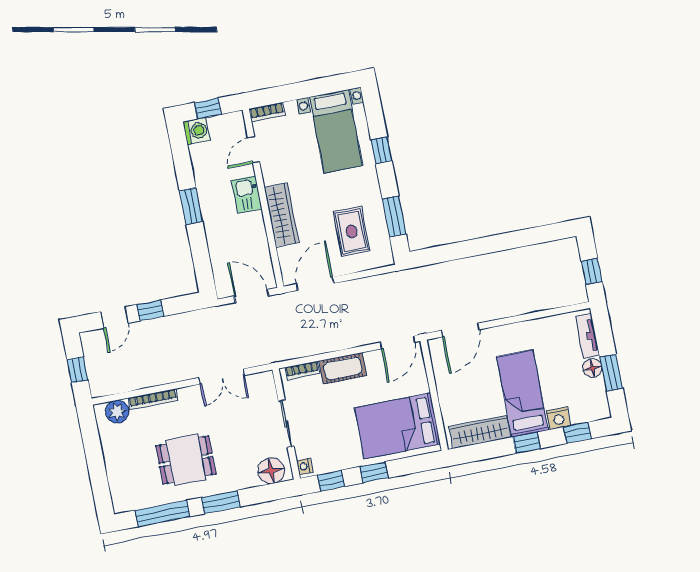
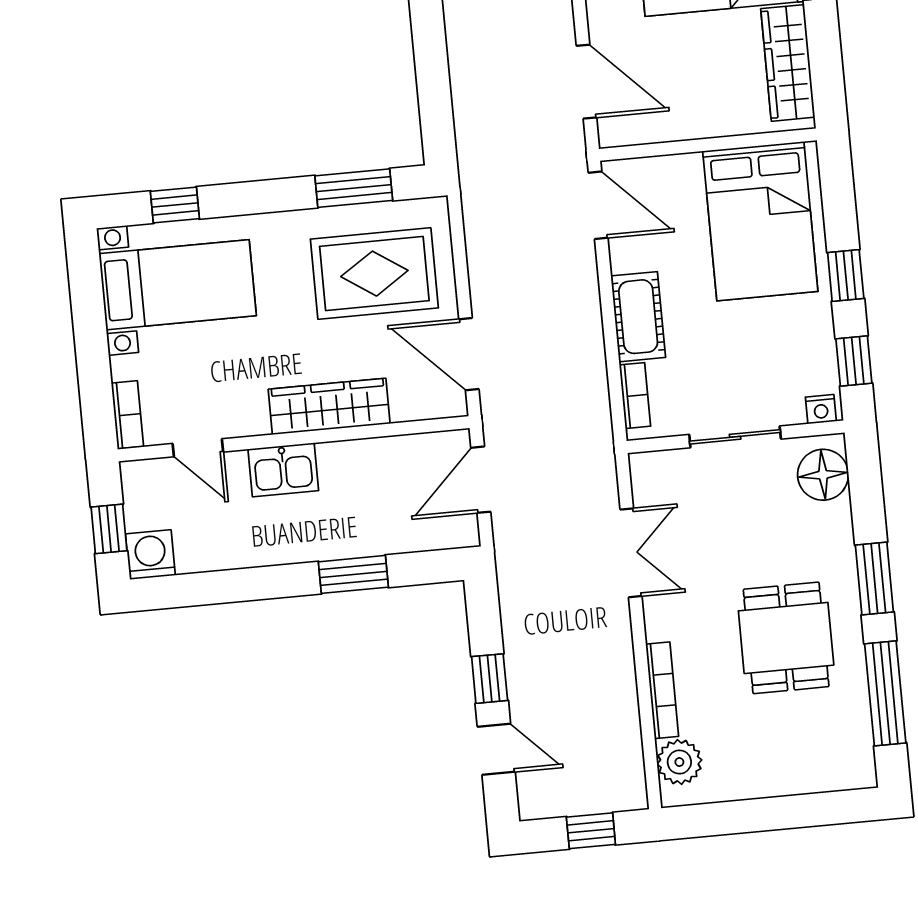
window: (381, 150) -> (175, 205), moved
window: (191, 206) -> (353, 574), moved
rug: (352, 231) -> (374, 274), width x1.36, depth x1.43

